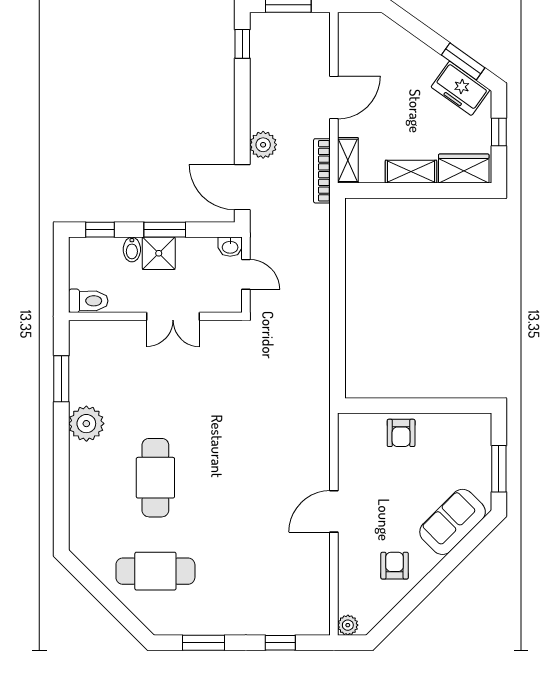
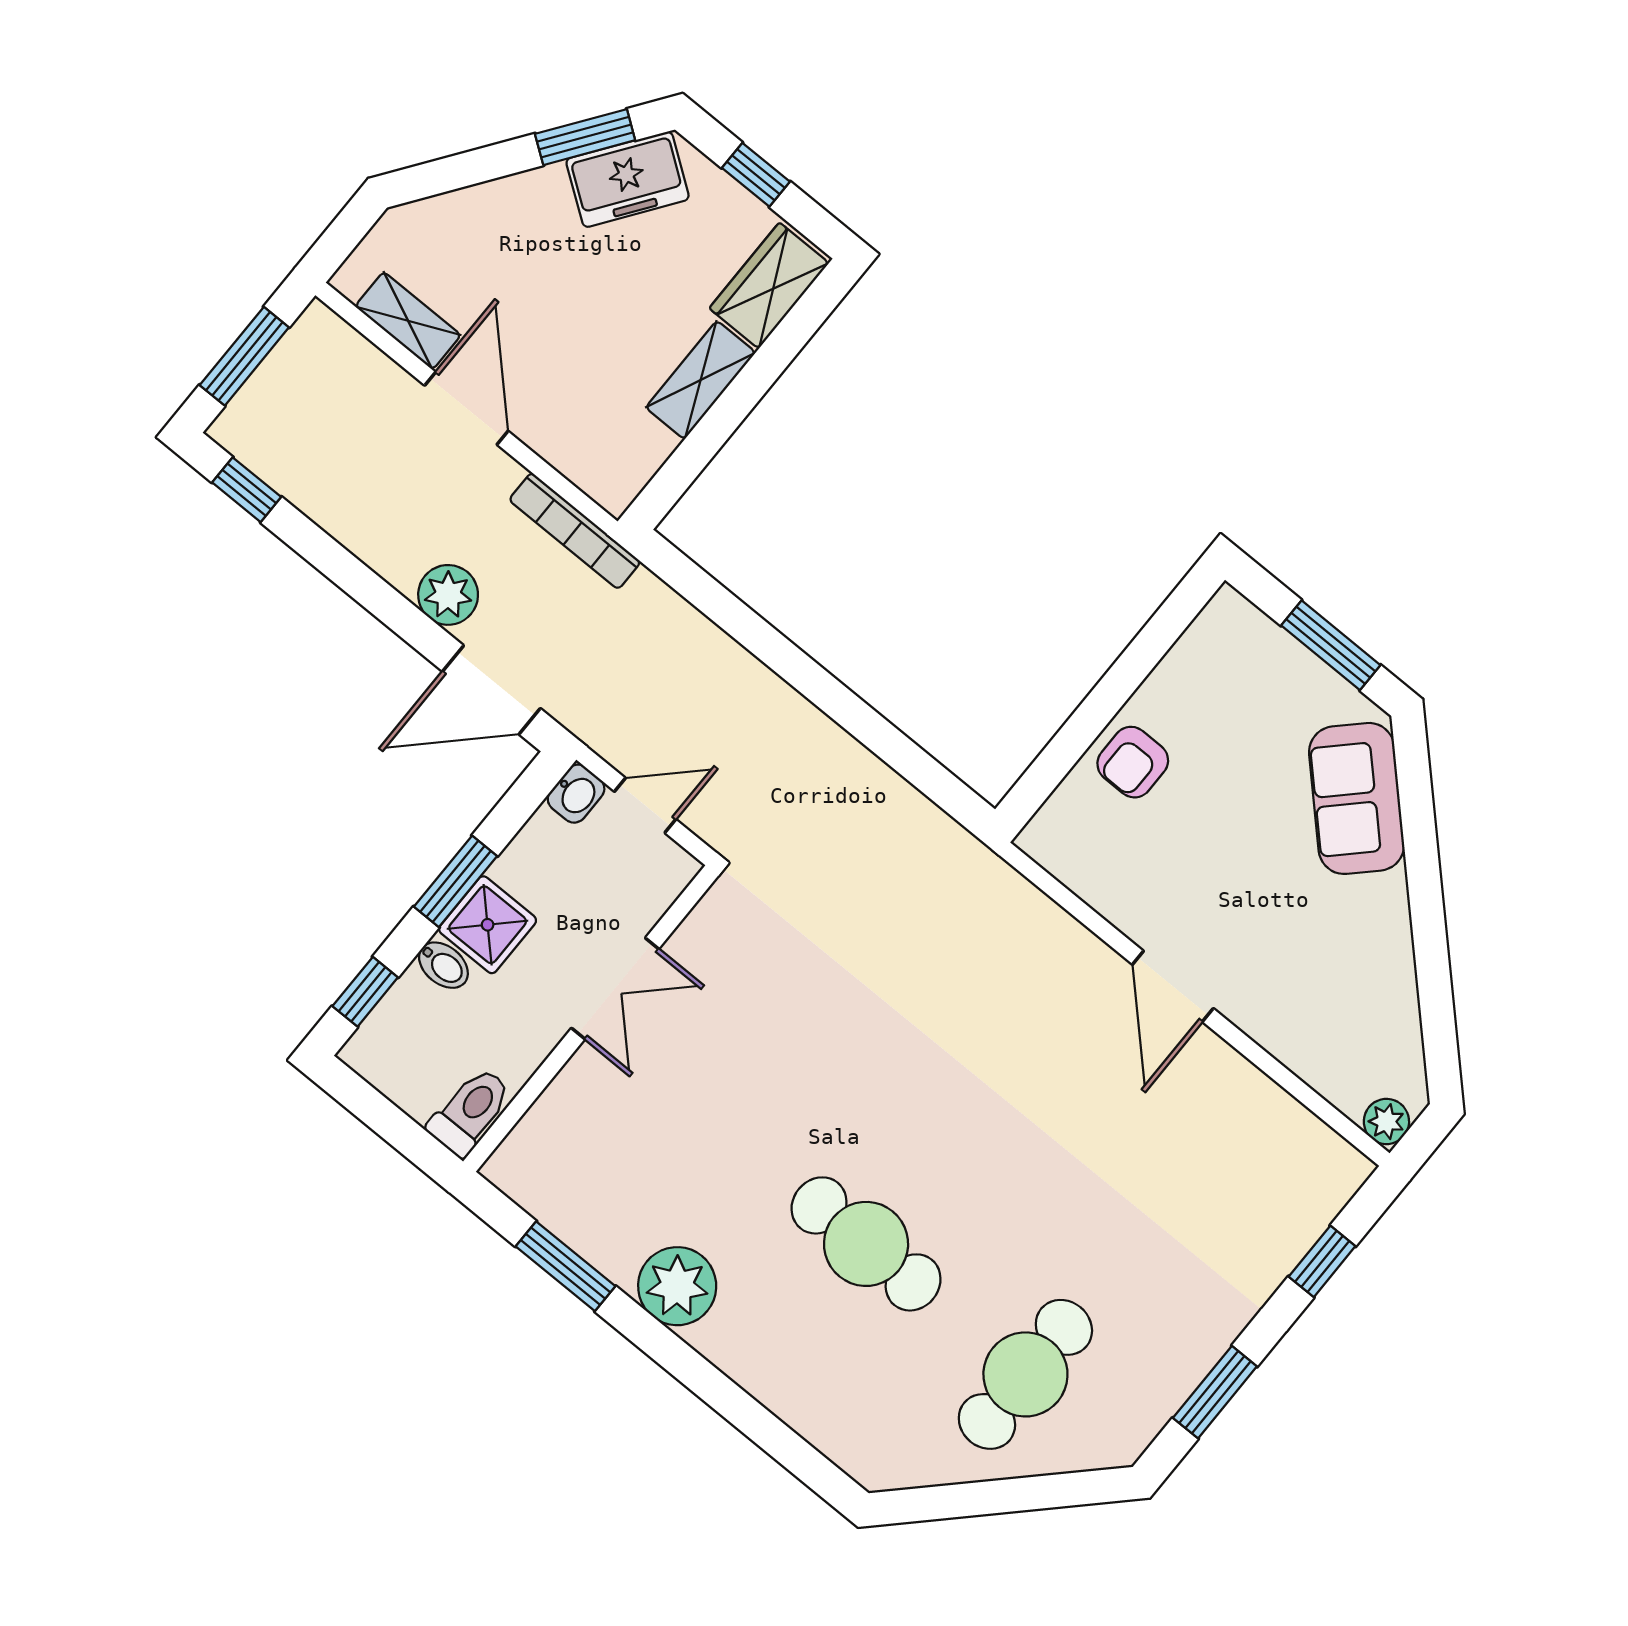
shelving: (348, 160) -> (408, 321), moved
armchair: (401, 433) -> (1133, 762), turned 90
armchair: (395, 566) -> (1350, 959), removed

